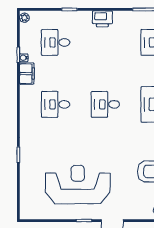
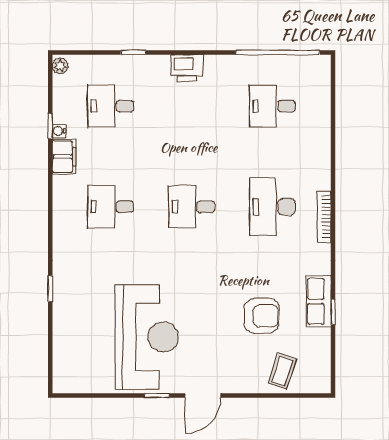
reception desk: (78, 184) -> (147, 337), turned 90

